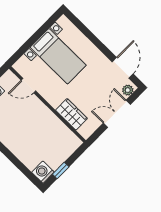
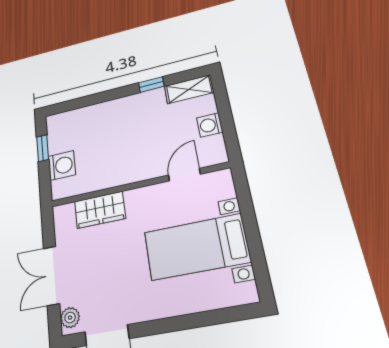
double door: (117, 114) -> (51, 276), swing flipped
washing machine: (43, 172) -> (62, 165), moved

